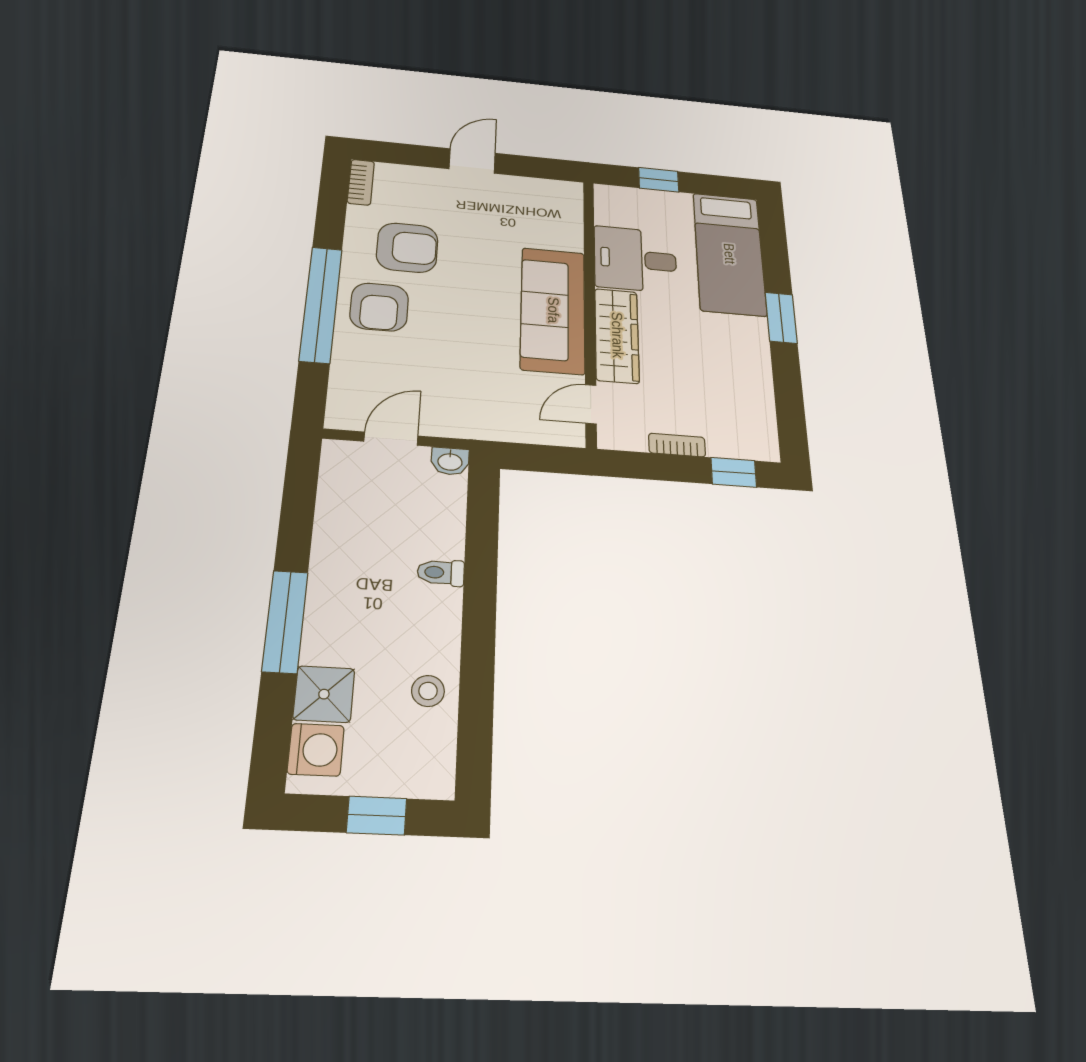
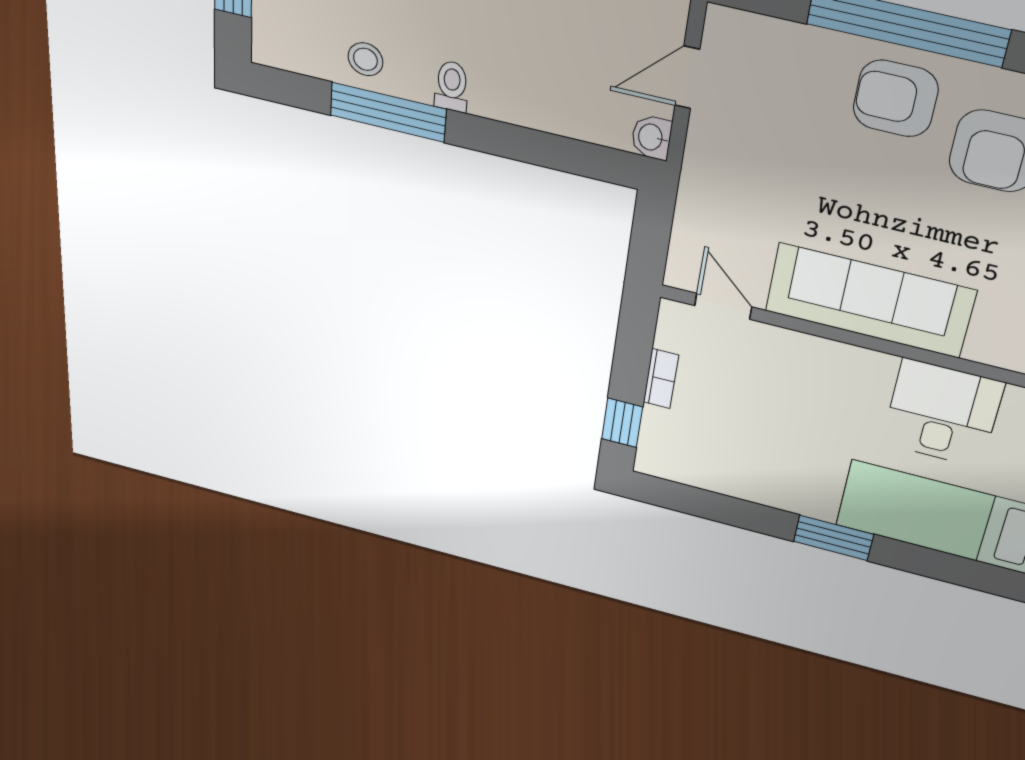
wardrobe: (617, 335) -> (823, 360), removed
door: (391, 439) -> (687, 77), swing flipped
toilet: (441, 573) -> (452, 86), moved
window: (477, 671) -> (388, 112), added

